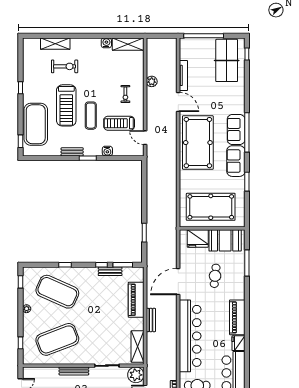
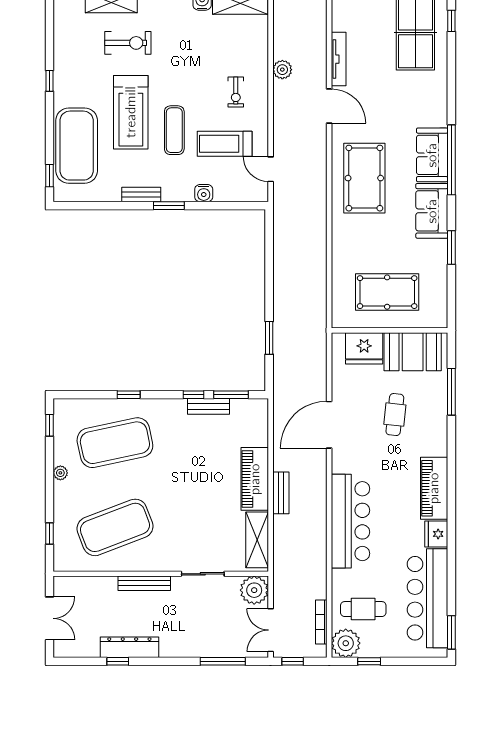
pool table: (198, 143) -> (364, 178), width x0.73, depth x0.76
pool table: (211, 207) -> (387, 292), width x0.73, depth x0.76
exercise mat: (57, 292) -> (115, 443), turned -36
piano: (136, 300) -> (255, 479), moved
bar counter: (190, 336) -> (350, 521), width x0.73

